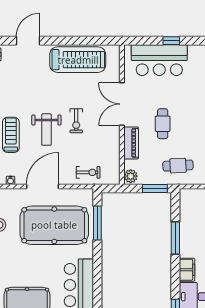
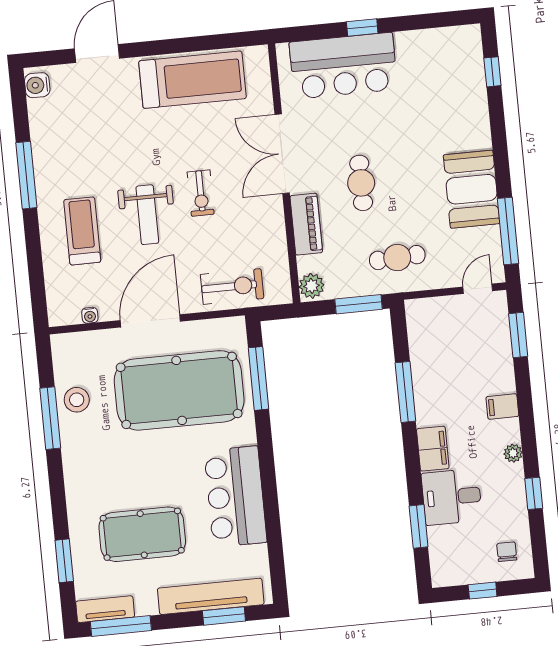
exercise bike: (88, 172) -> (232, 286), width x1.38, depth x1.39

